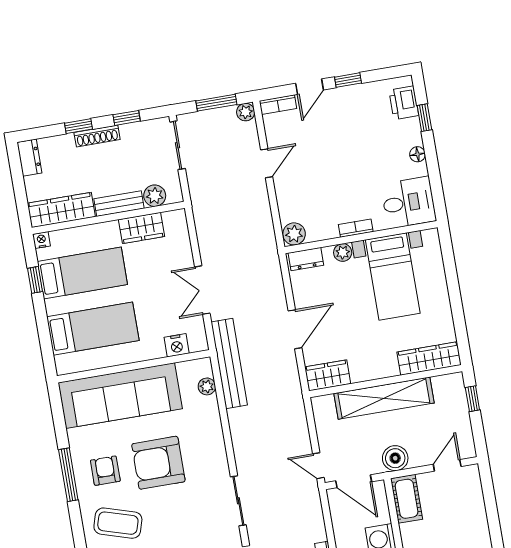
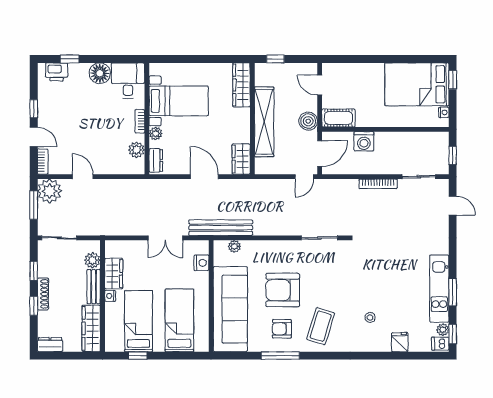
plant: (246, 112) -> (50, 191), width x1.88, depth x1.88
floor lamp: (418, 154) -> (100, 73), width x1.89, depth x1.89
plant: (294, 234) -> (136, 150), moved
nightstand: (41, 240) -> (110, 296), moved
armchair: (158, 463) -> (283, 290), turned 90

